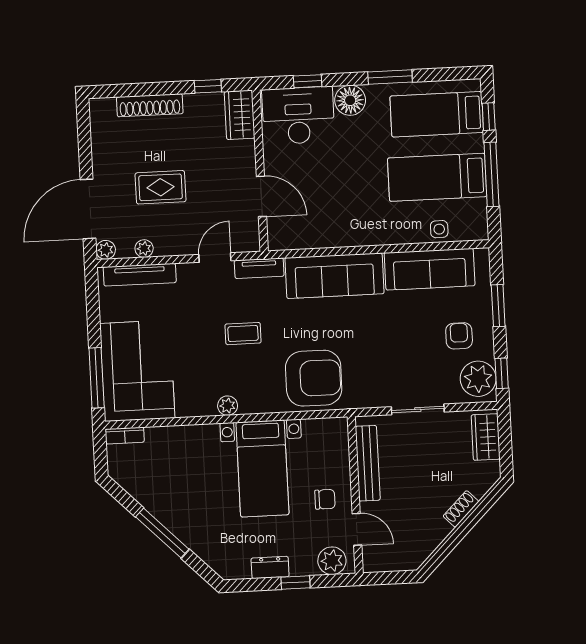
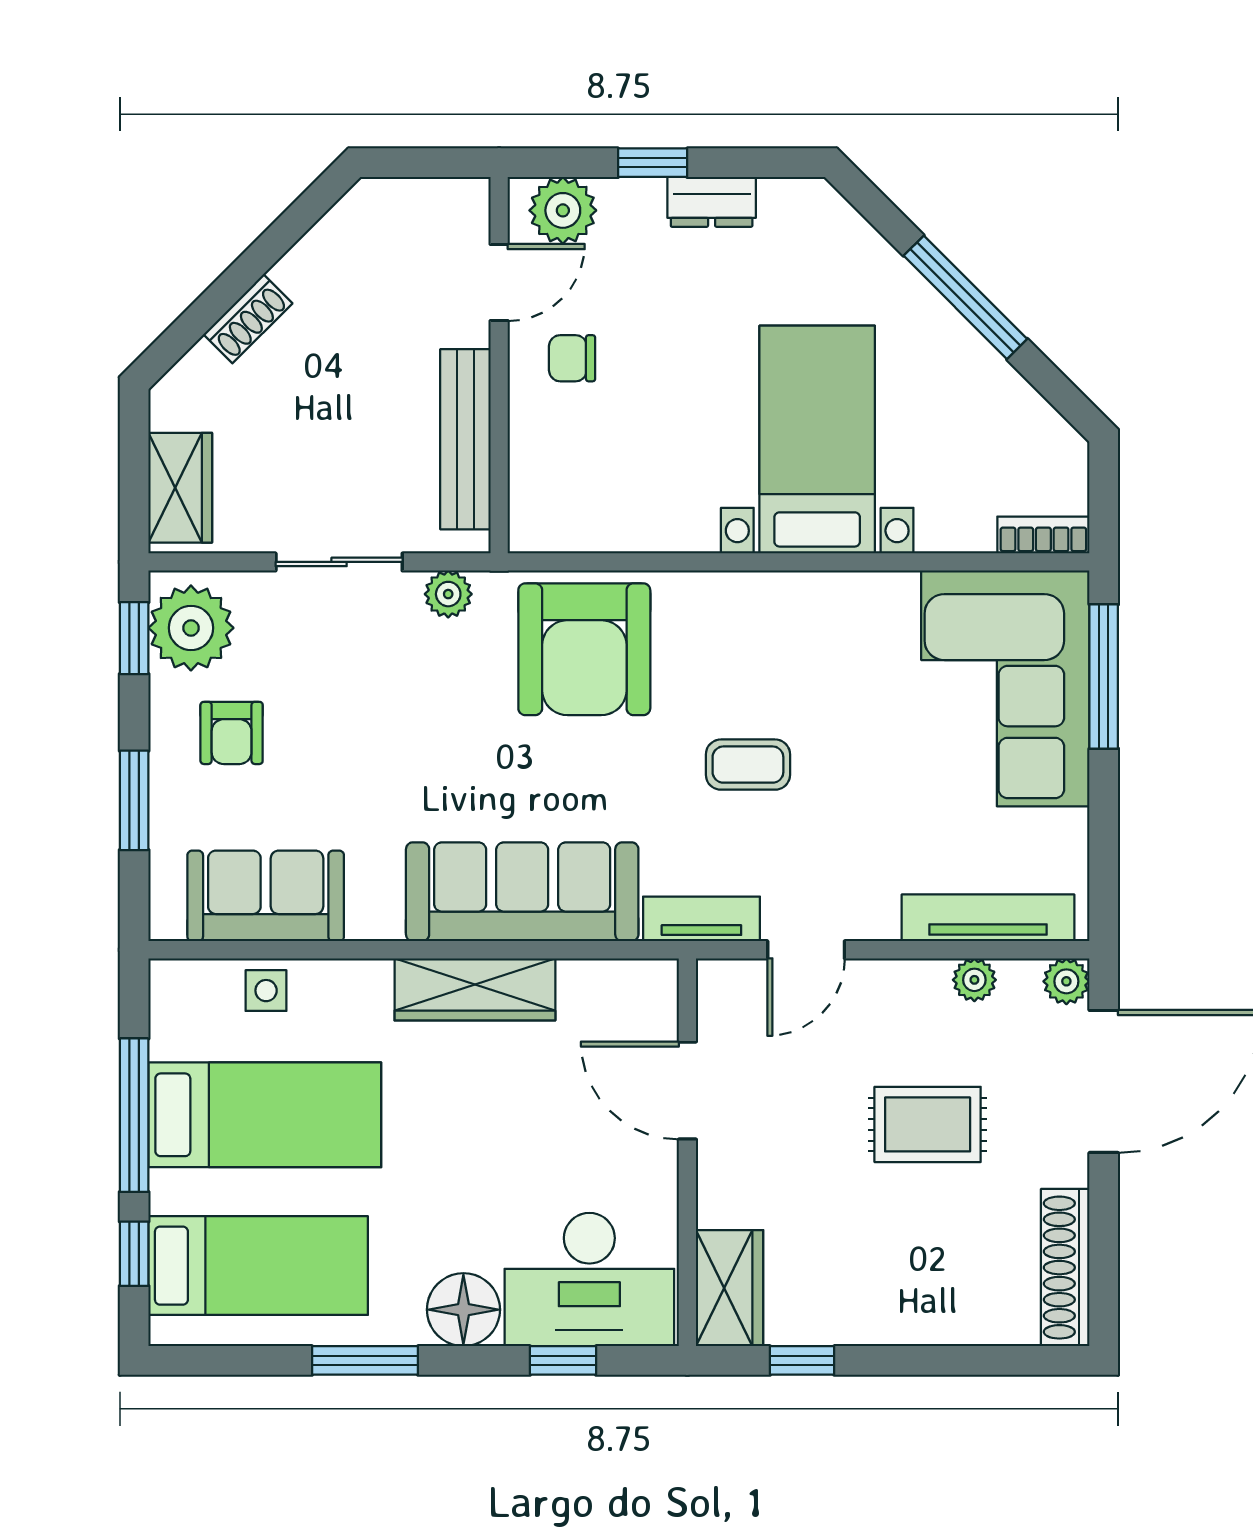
shoe rack: (150, 105) -> (1065, 1268), moved, turned -90
wardrobe: (352, 234) -> (475, 989), added
sofa: (430, 269) -> (266, 896), width x0.73
armchair: (314, 378) -> (584, 649), turned -90
plant: (228, 406) -> (448, 594), moved
bed with nightstands: (262, 468) -> (817, 440), moved
door: (357, 529) -> (499, 283), swing flipped

